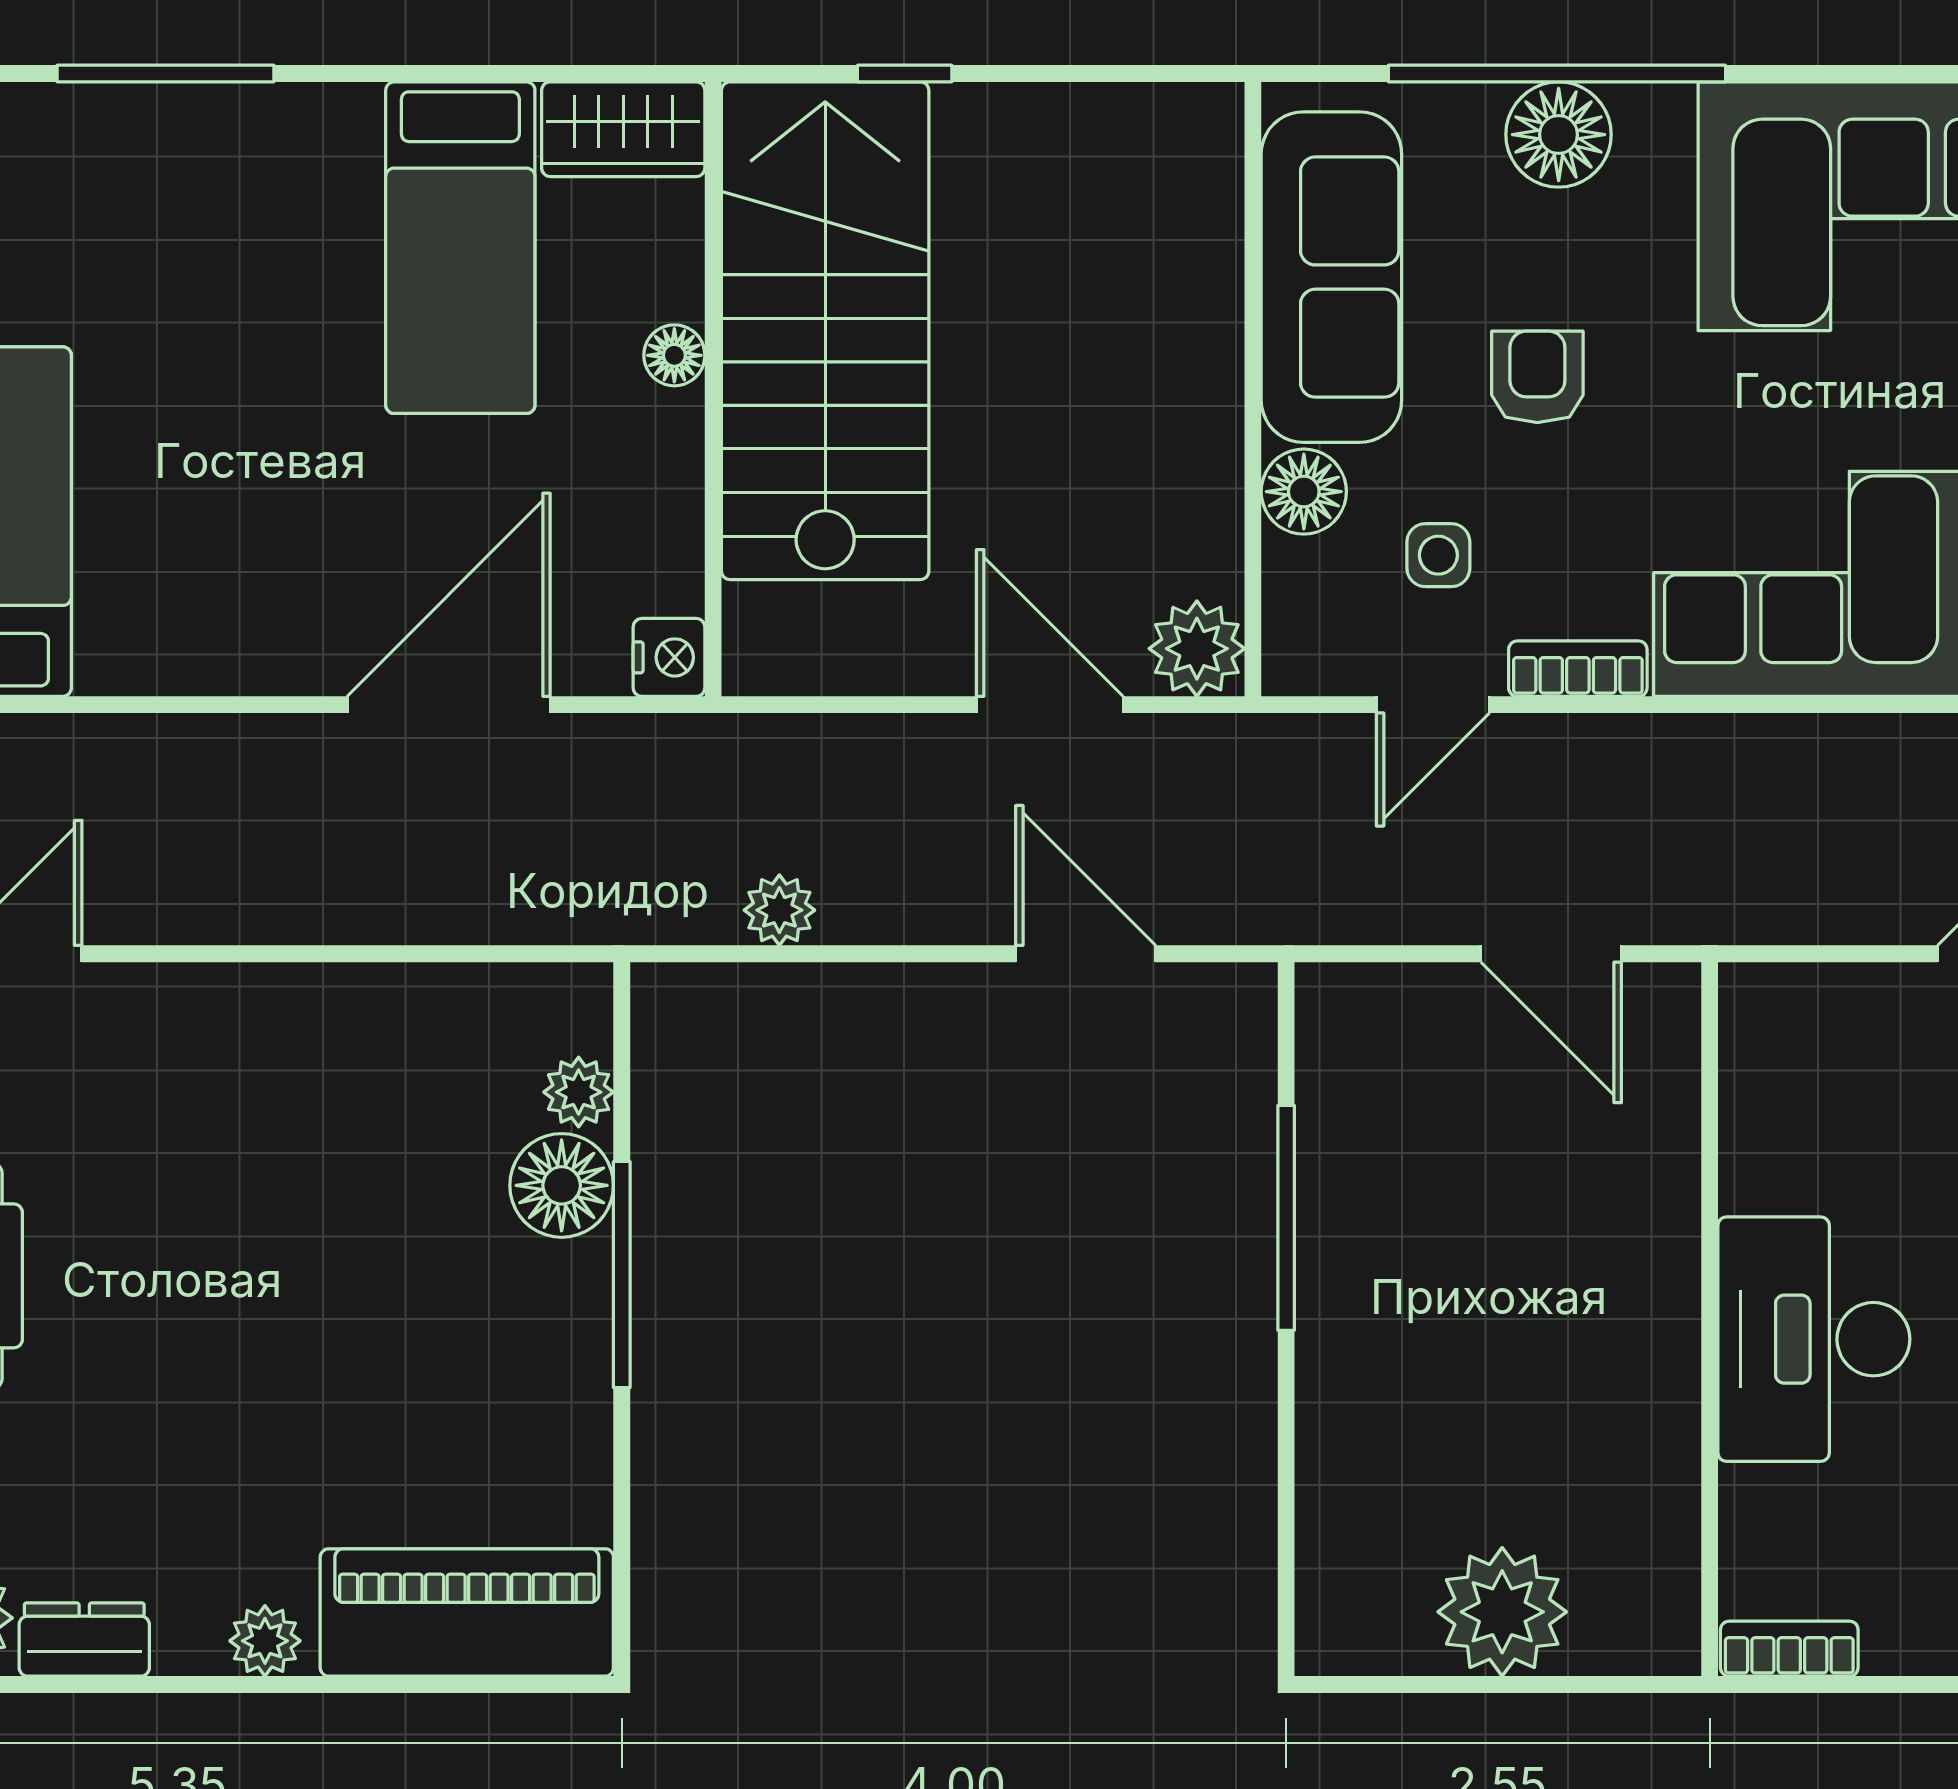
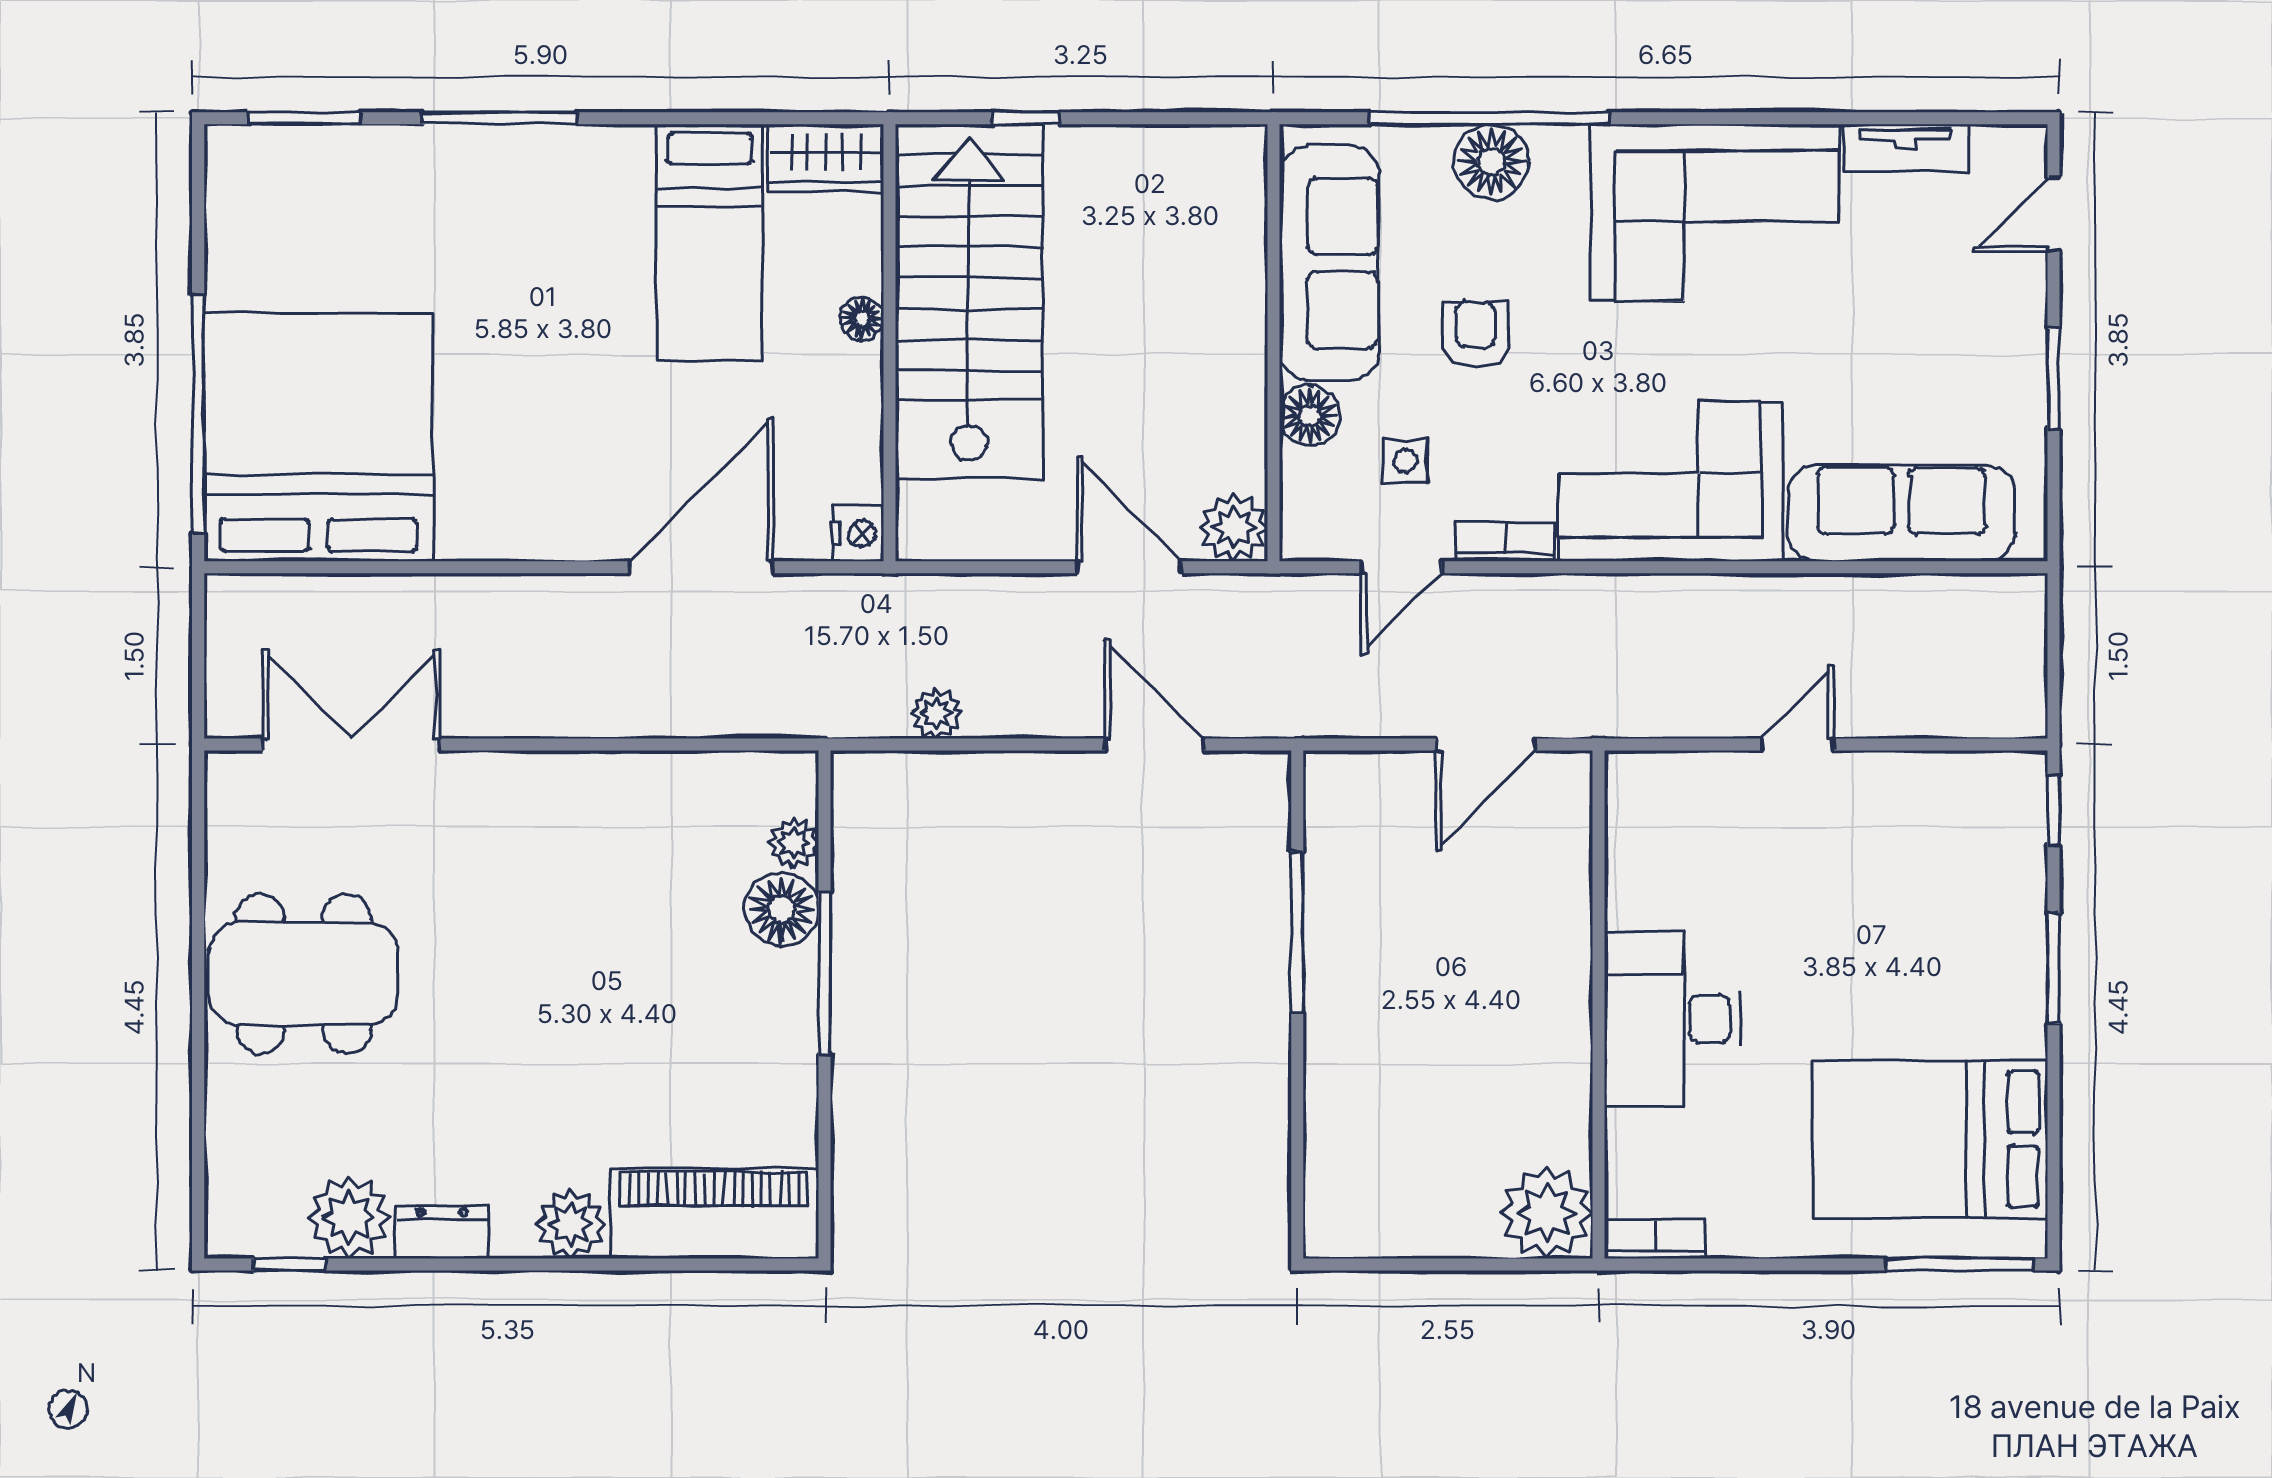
door: (1551, 954) -> (1486, 745), hinge flipped
plant: (1502, 1612) -> (1547, 1213), moved
plant: (265, 1641) -> (571, 1224), width x1.38, depth x1.38

